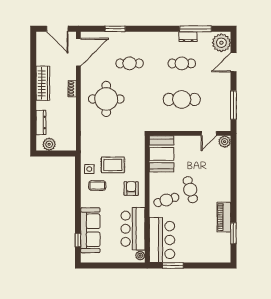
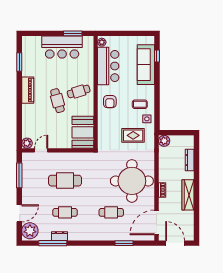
round table: (106, 99) -> (132, 181), width x1.36, depth x1.36
plant: (49, 144) -> (164, 141), moved
rug: (113, 165) -> (133, 135), moved
piano: (224, 217) -> (28, 90), moved
bar counter: (162, 240) -> (62, 47), moved, turned -90

